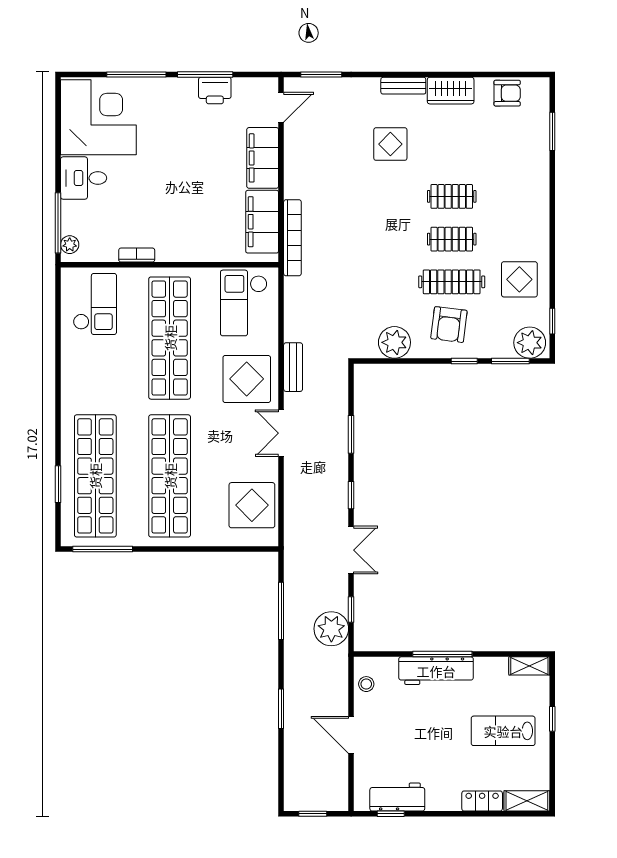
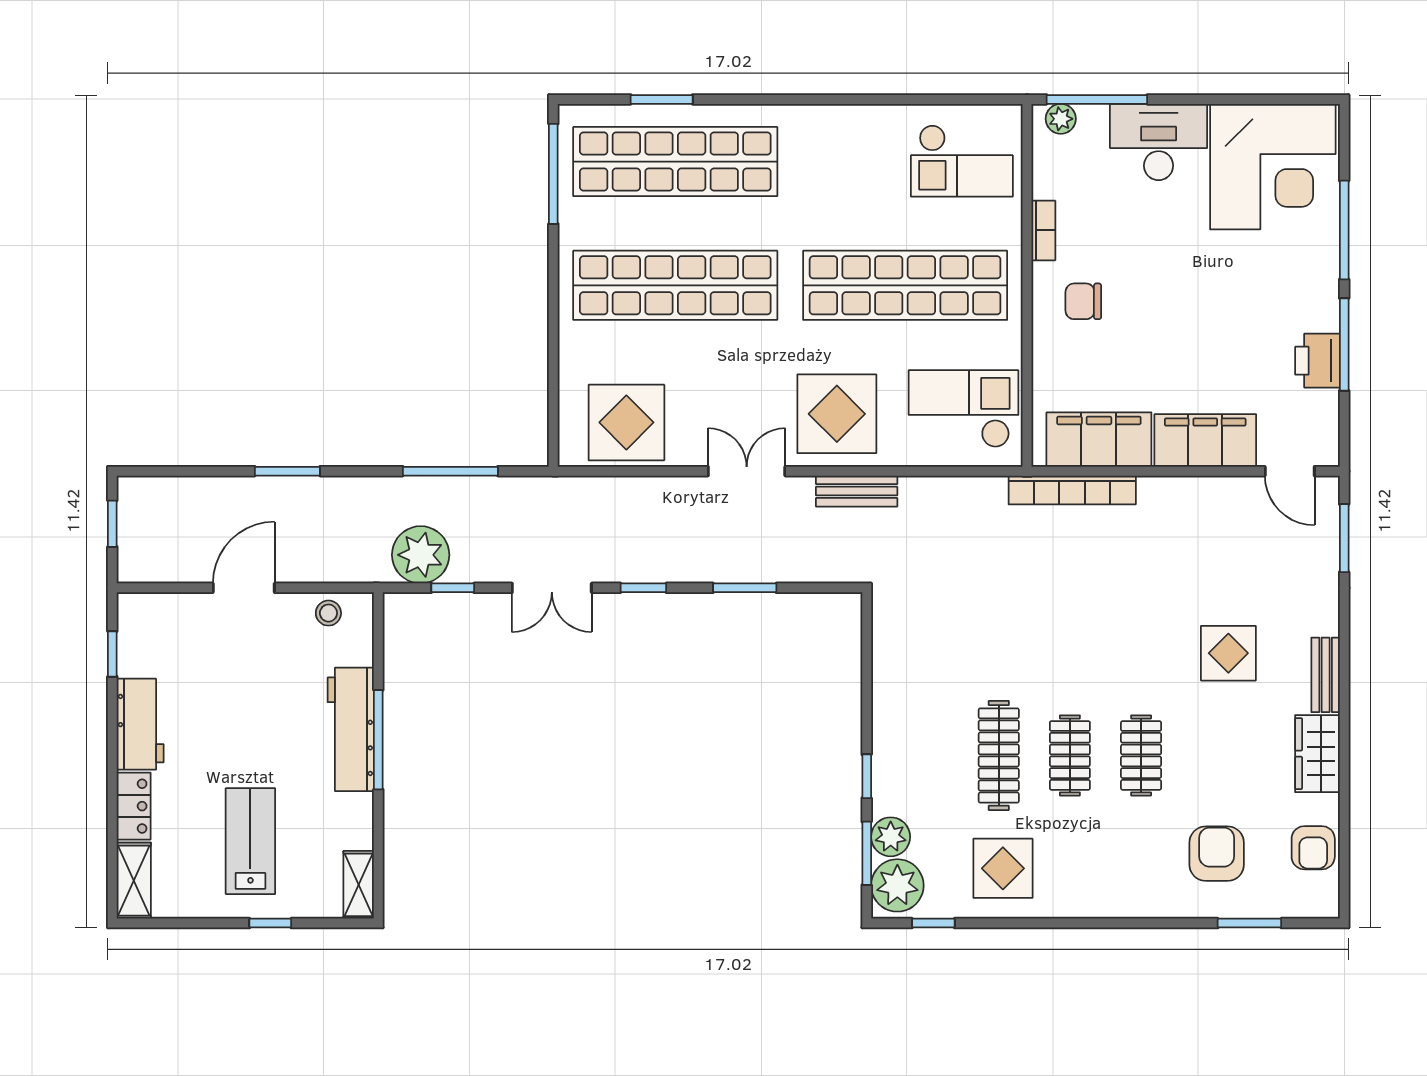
desk: (84, 178) -> (1159, 142), width x1.37
chair: (179, 231) -> (1083, 301), added
armchair: (449, 325) -> (1217, 854), moved, turned 83
plant: (394, 342) -> (891, 837), moved, width x0.73, depth x0.73
workbench: (397, 797) -> (140, 724), moved

